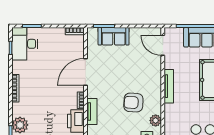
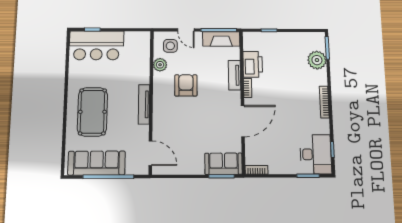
sofa: (114, 36) -> (223, 164), moved
armchair: (133, 103) -> (186, 85), turned -93

